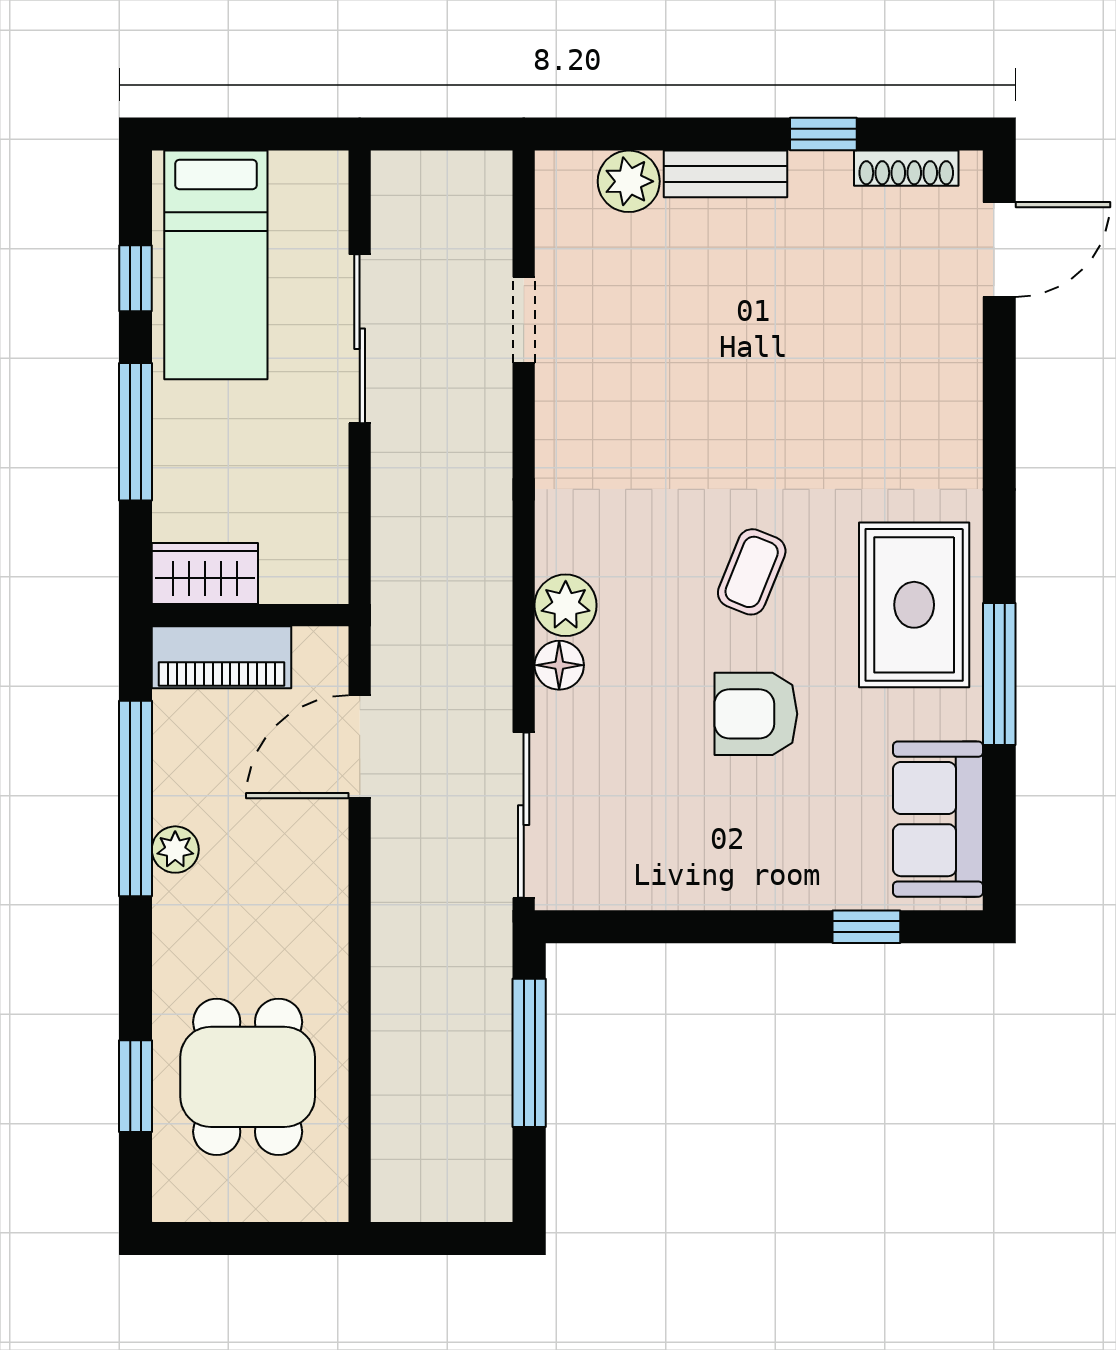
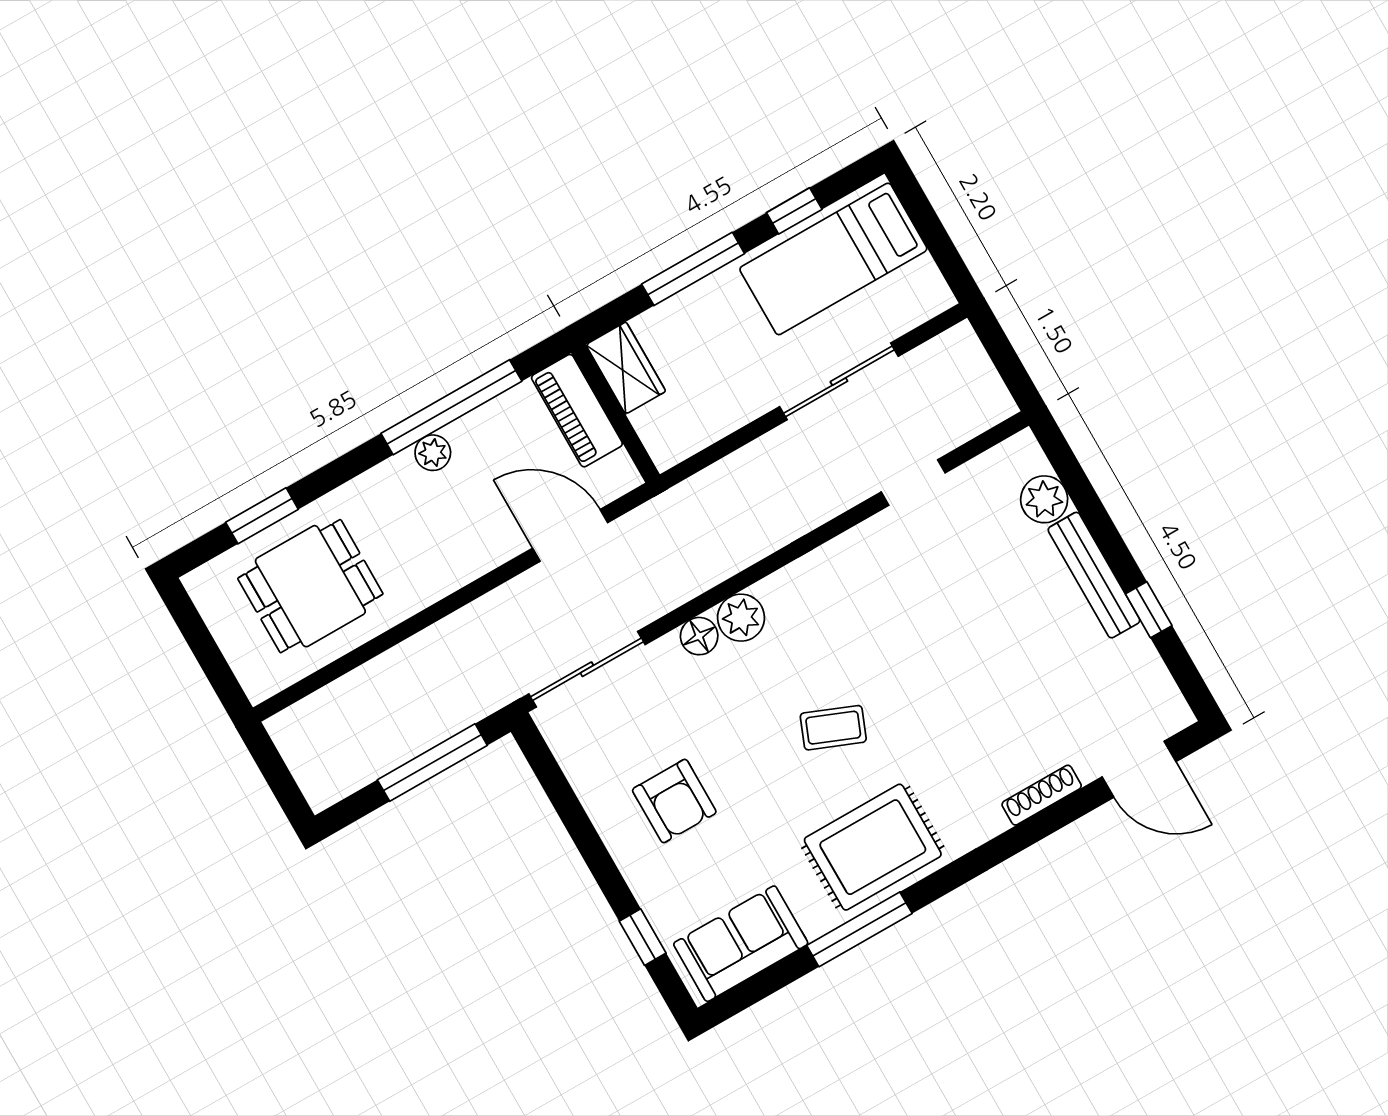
shoe rack: (906, 168) -> (1042, 795), moved, turned 90
bench: (726, 174) -> (1094, 575), width x1.36
armchair: (756, 714) -> (674, 801), moved, turned 180

